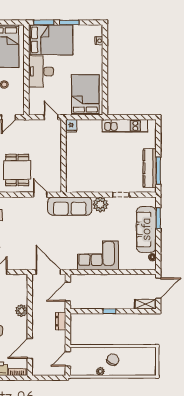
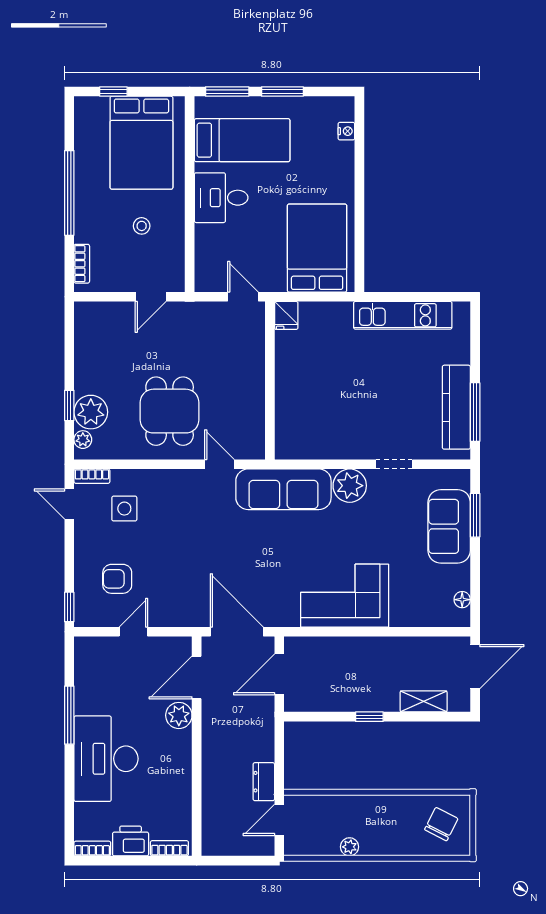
bed: (51, 40) -> (242, 140), width x0.67
desk: (41, 71) -> (221, 198), width x0.73
sofa: (146, 229) -> (449, 526), width x0.73
shelving: (145, 304) -> (424, 701), moved
dresser: (61, 321) -> (264, 782), moved
door: (30, 348) -> (197, 678), moved
chair: (113, 360) -> (441, 824), moved

